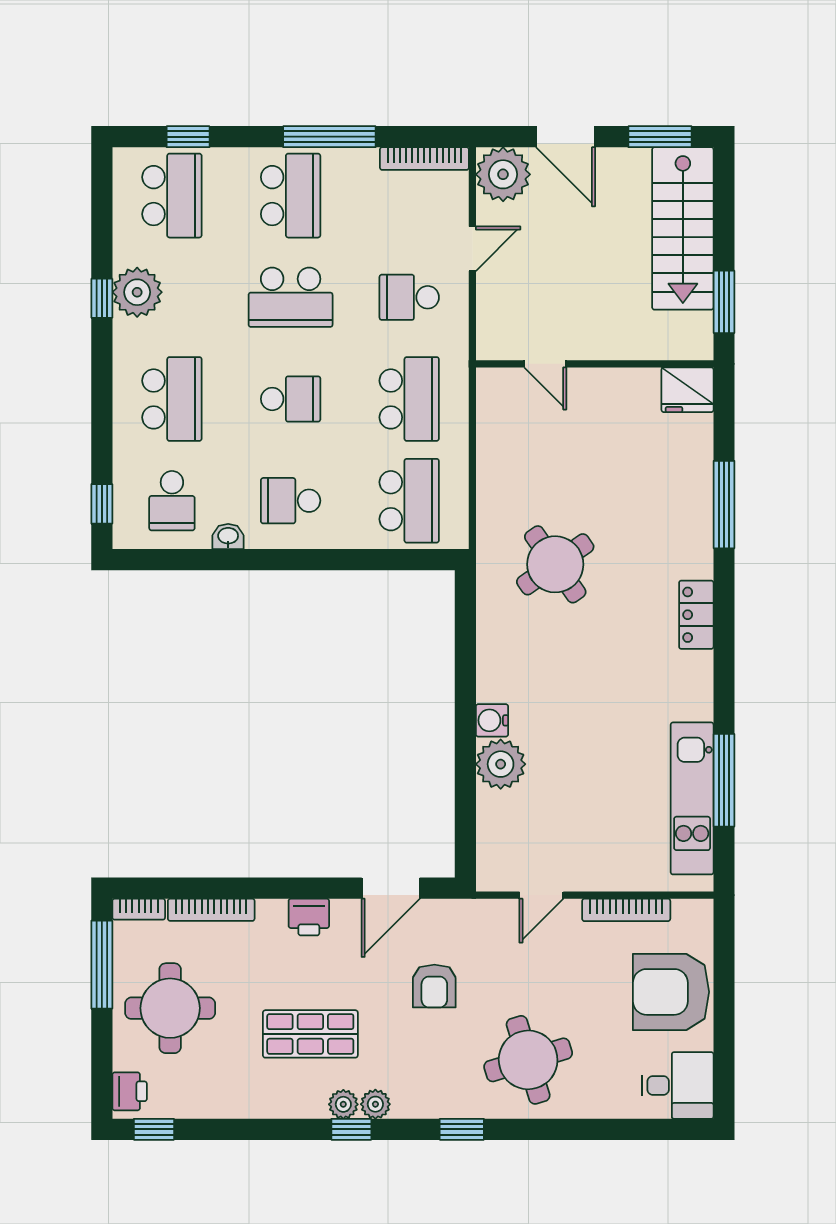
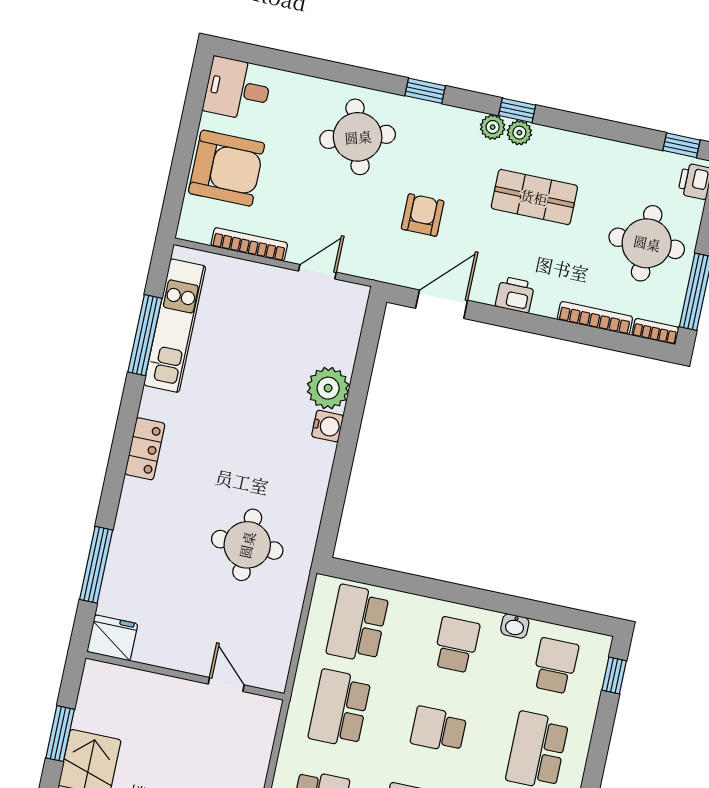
door: (545, 364) -> (226, 684), moved
wall: (595, 364) -> (185, 676), moved
fridge: (688, 390) -> (112, 638), moved
school desk: (291, 501) -> (456, 645), turned -90
round table: (555, 564) -> (247, 545), turned 35
locker: (696, 615) -> (145, 449), moved

